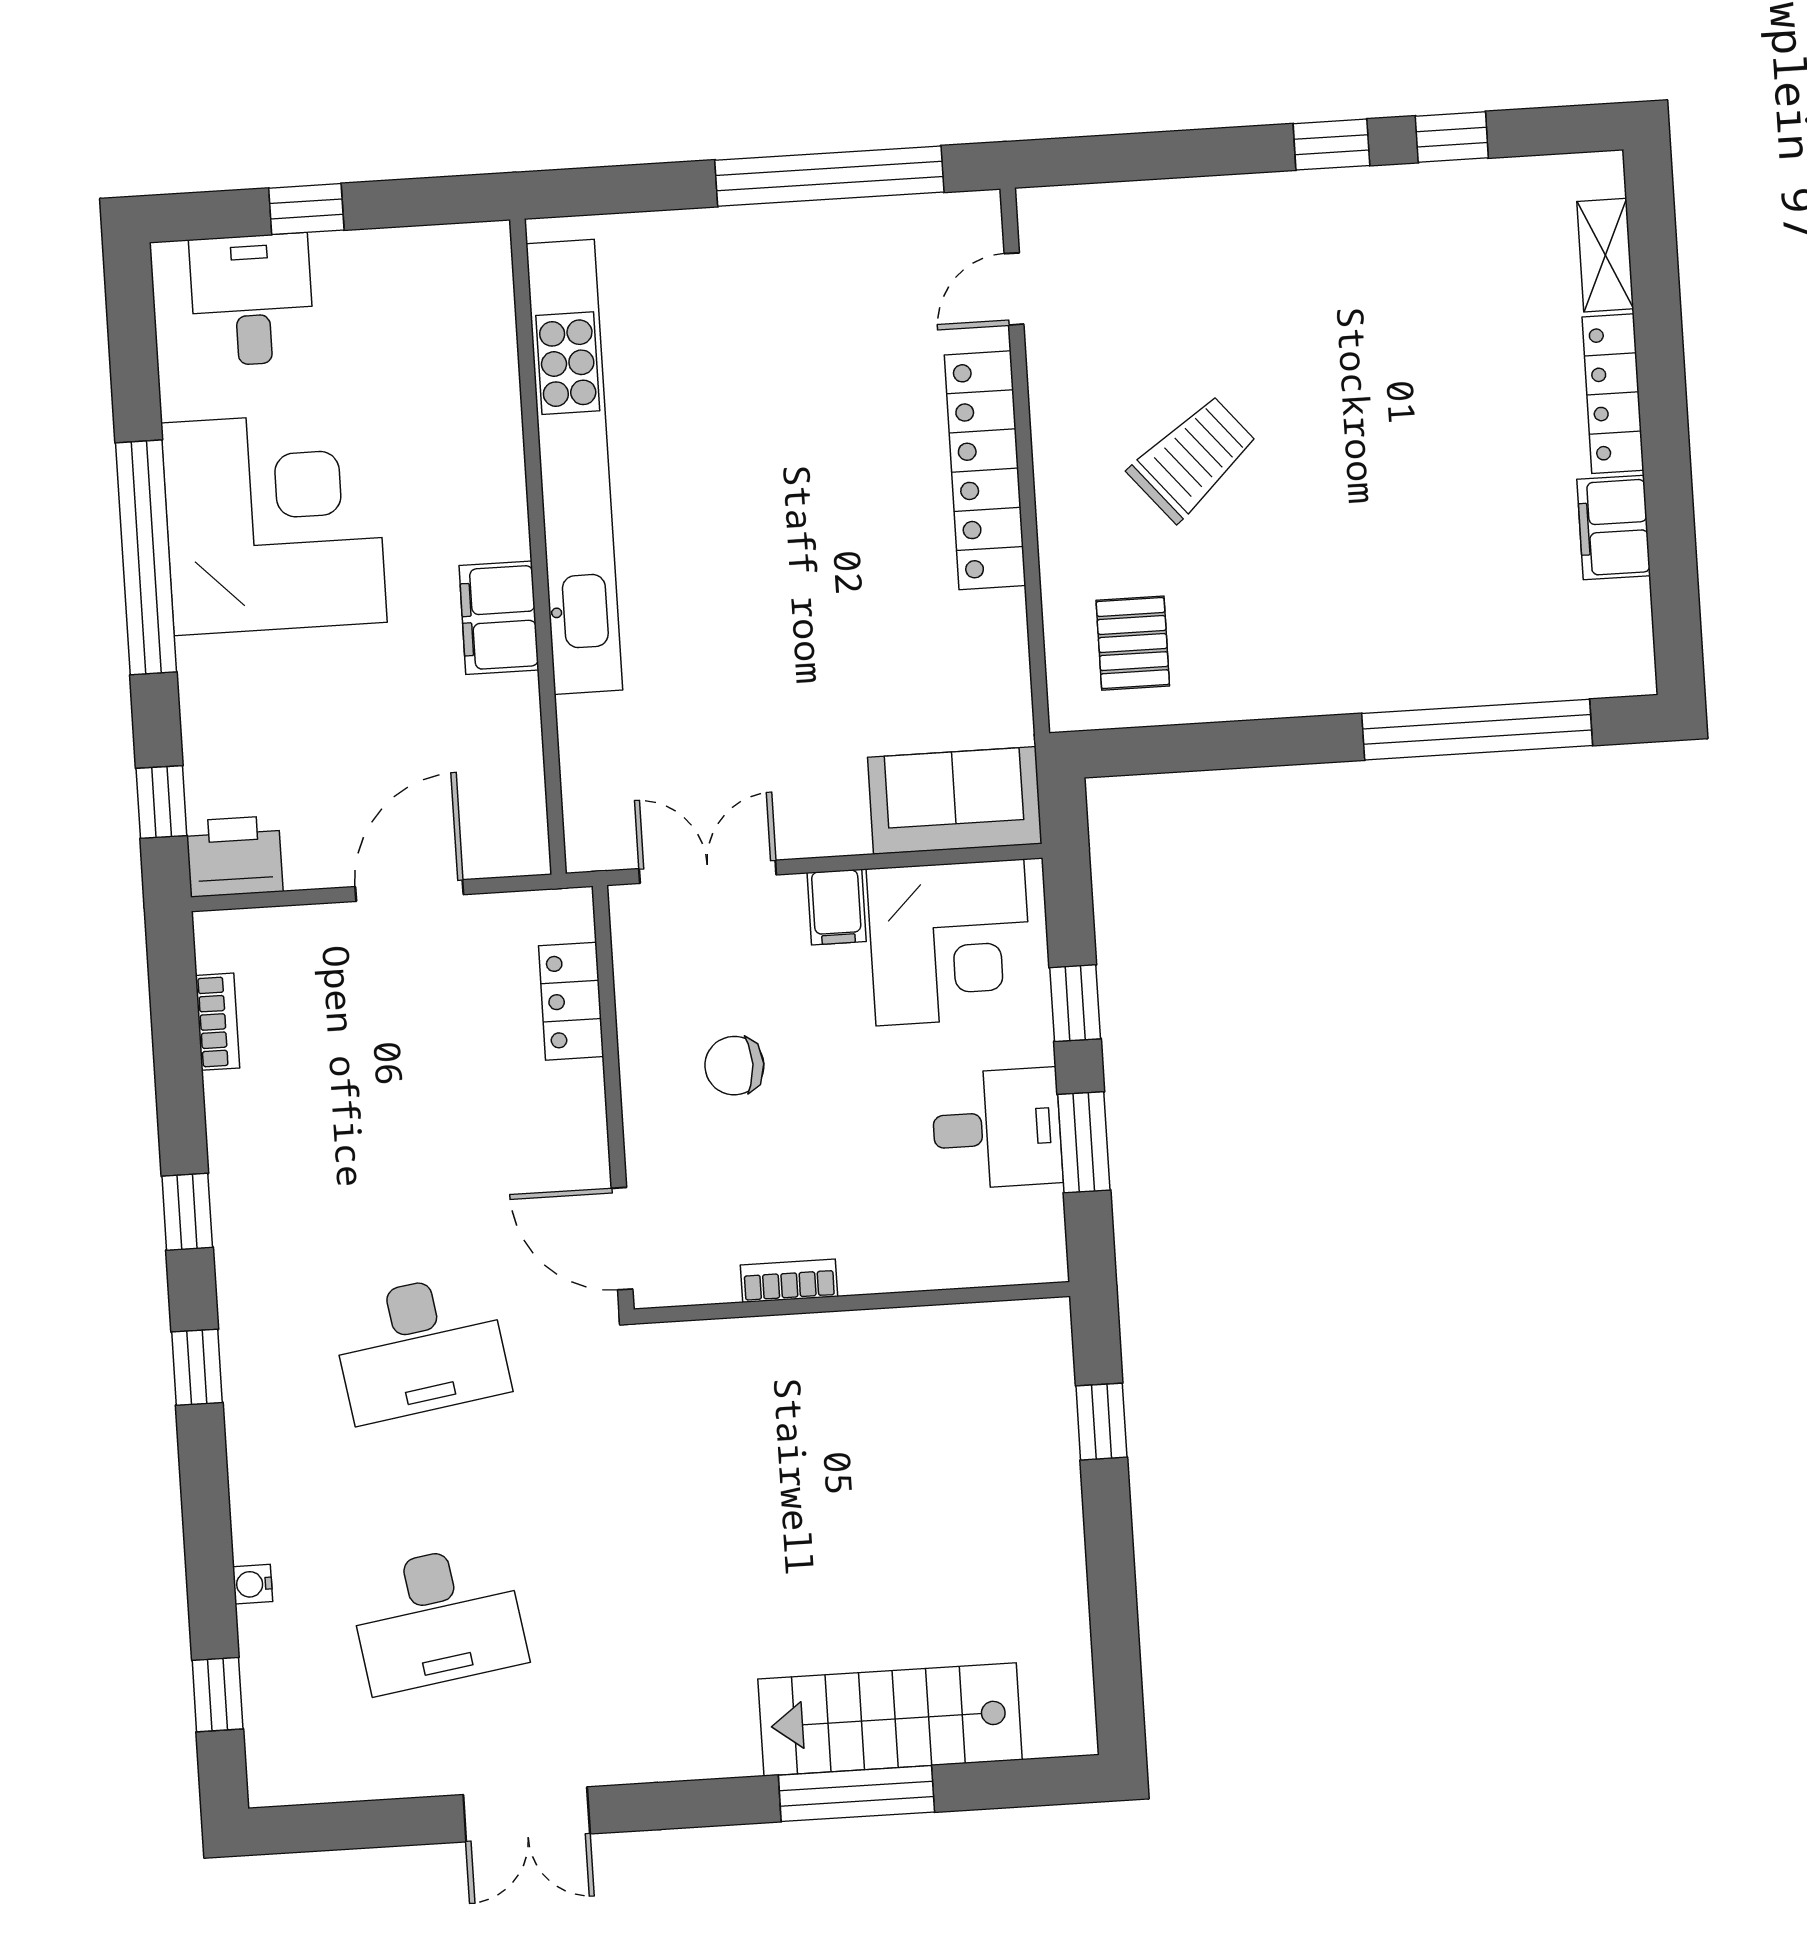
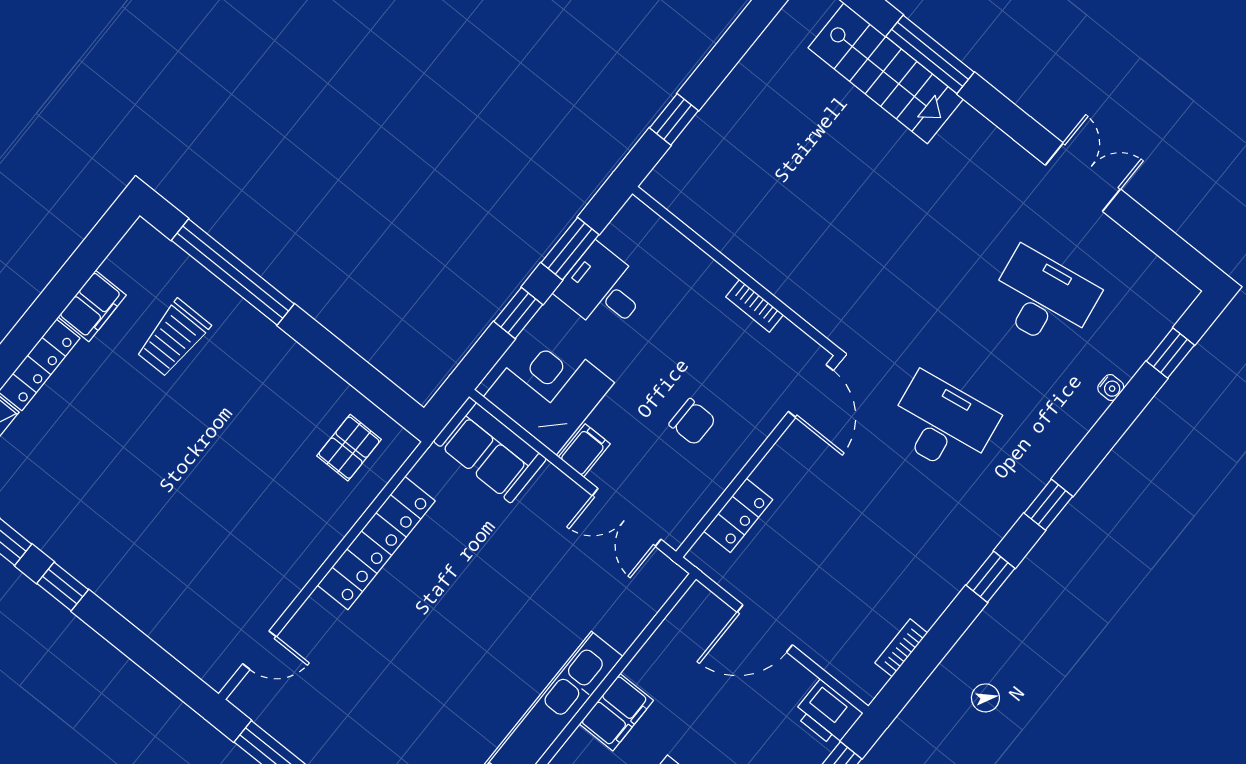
trolley: (1193, 458) -> (173, 338), moved, turned -50
locker: (985, 470) -> (376, 543), moved

